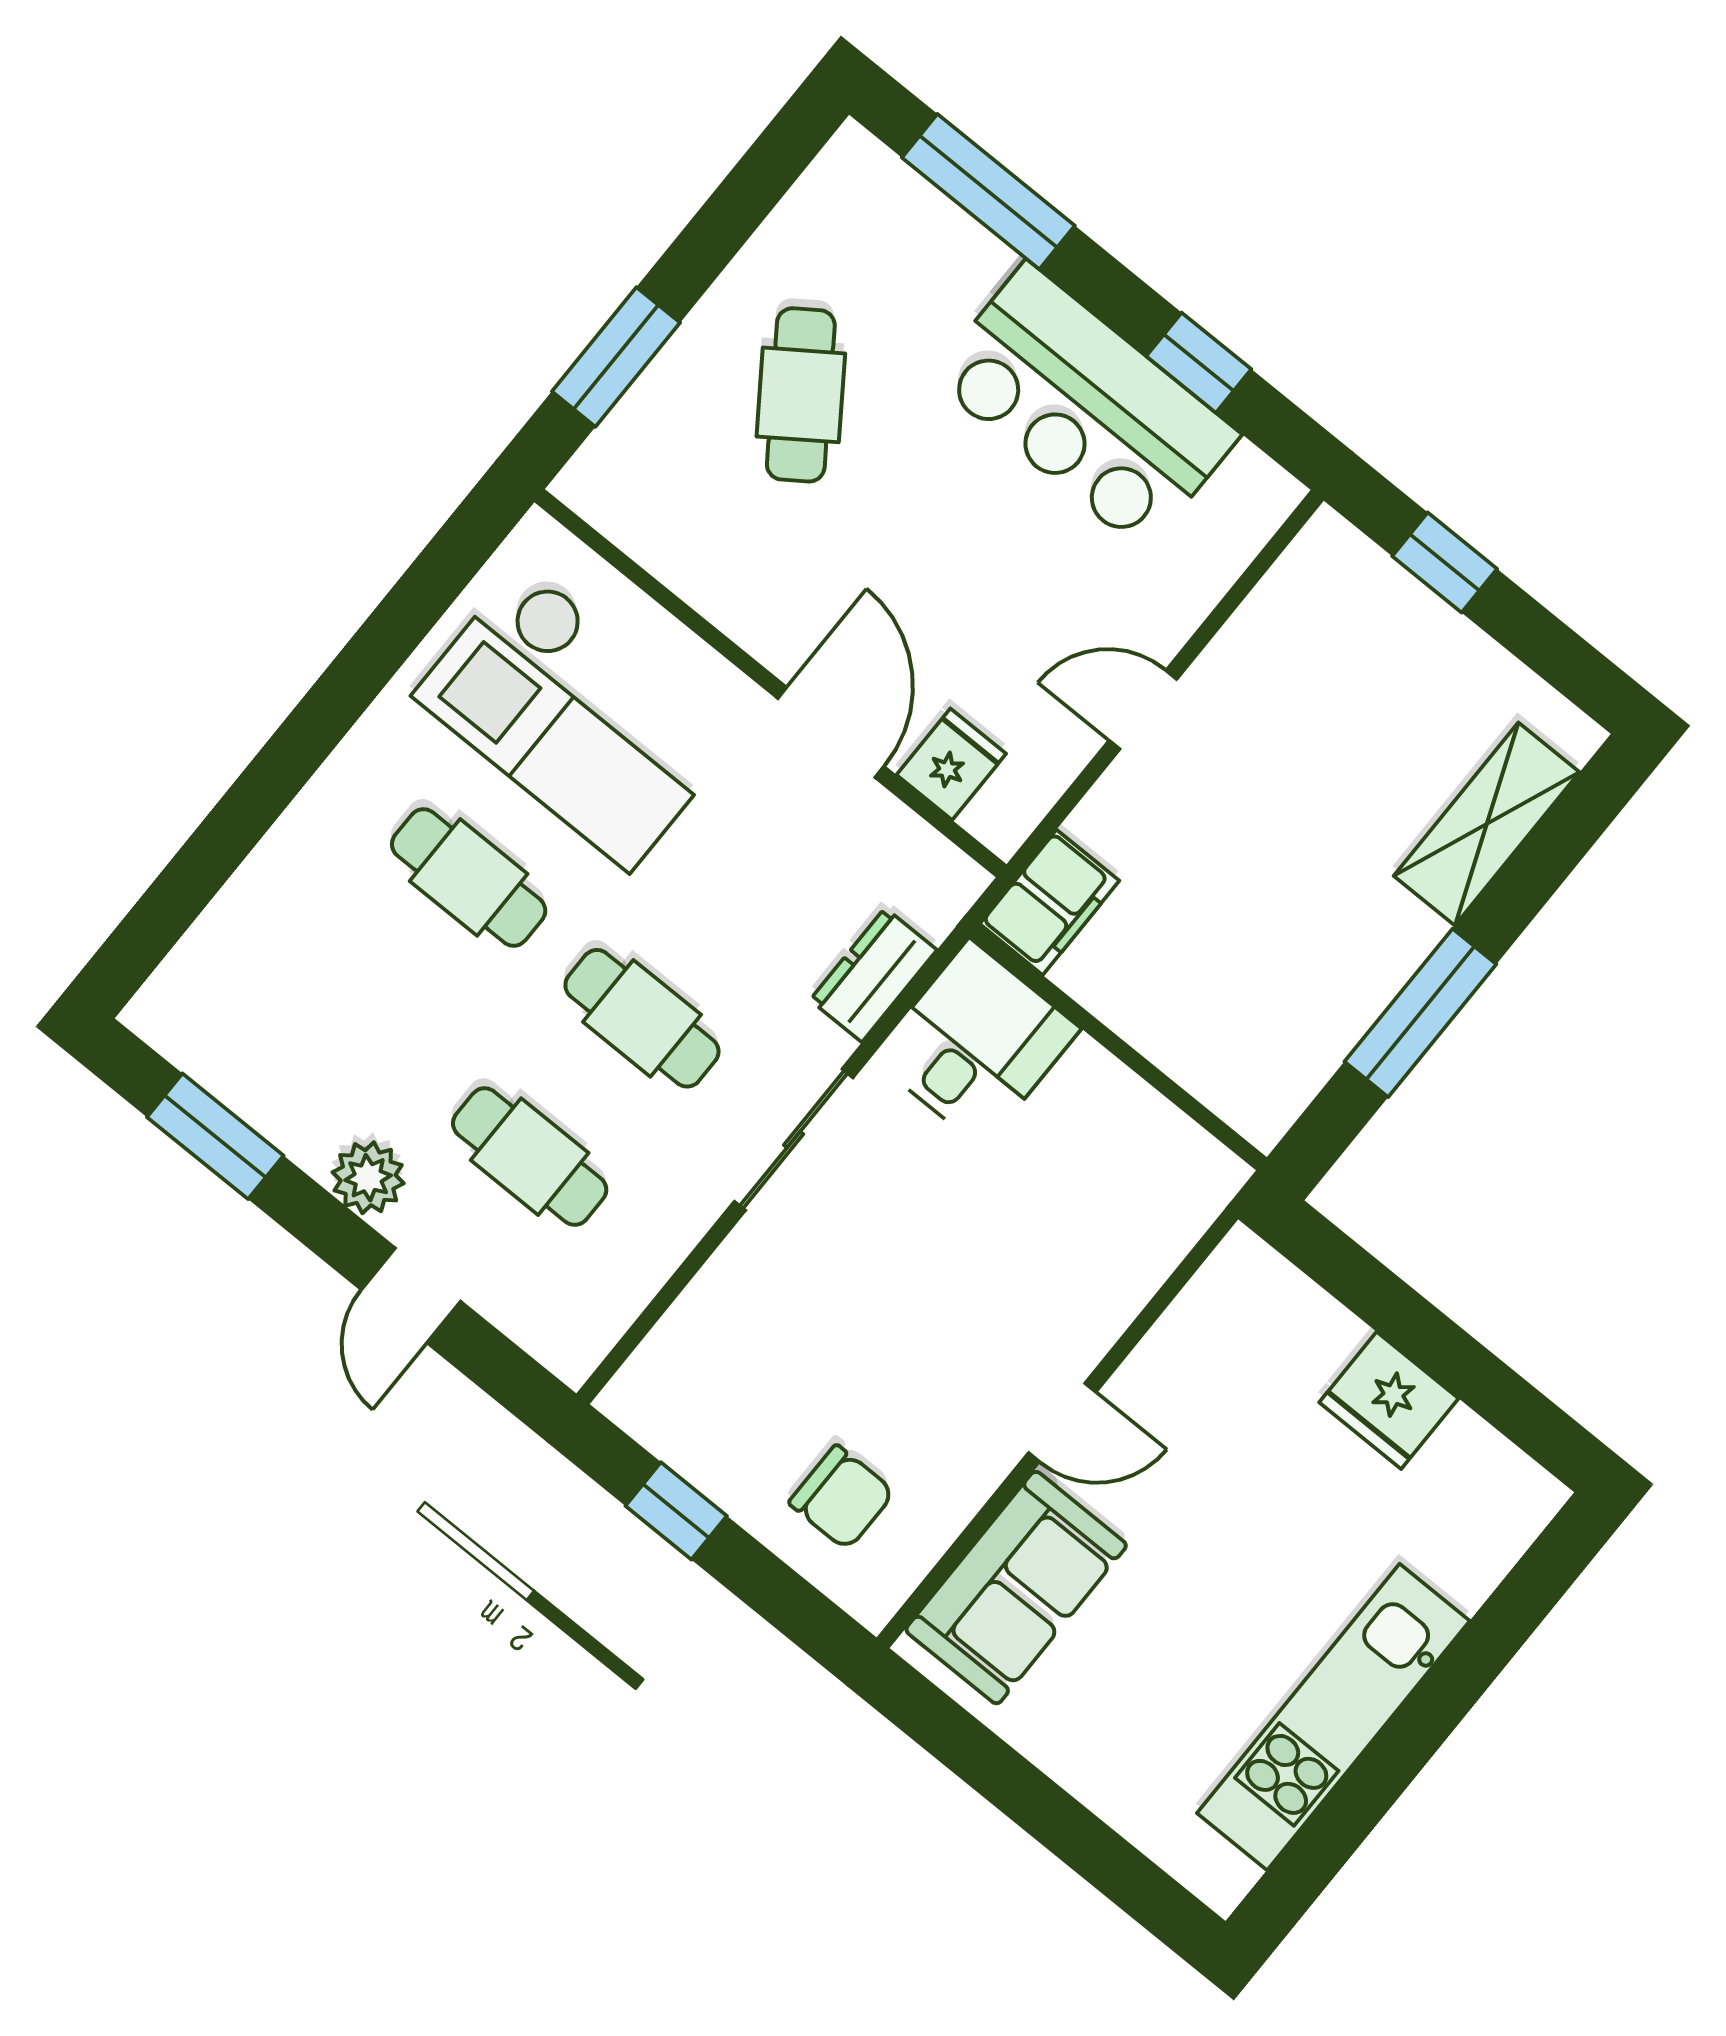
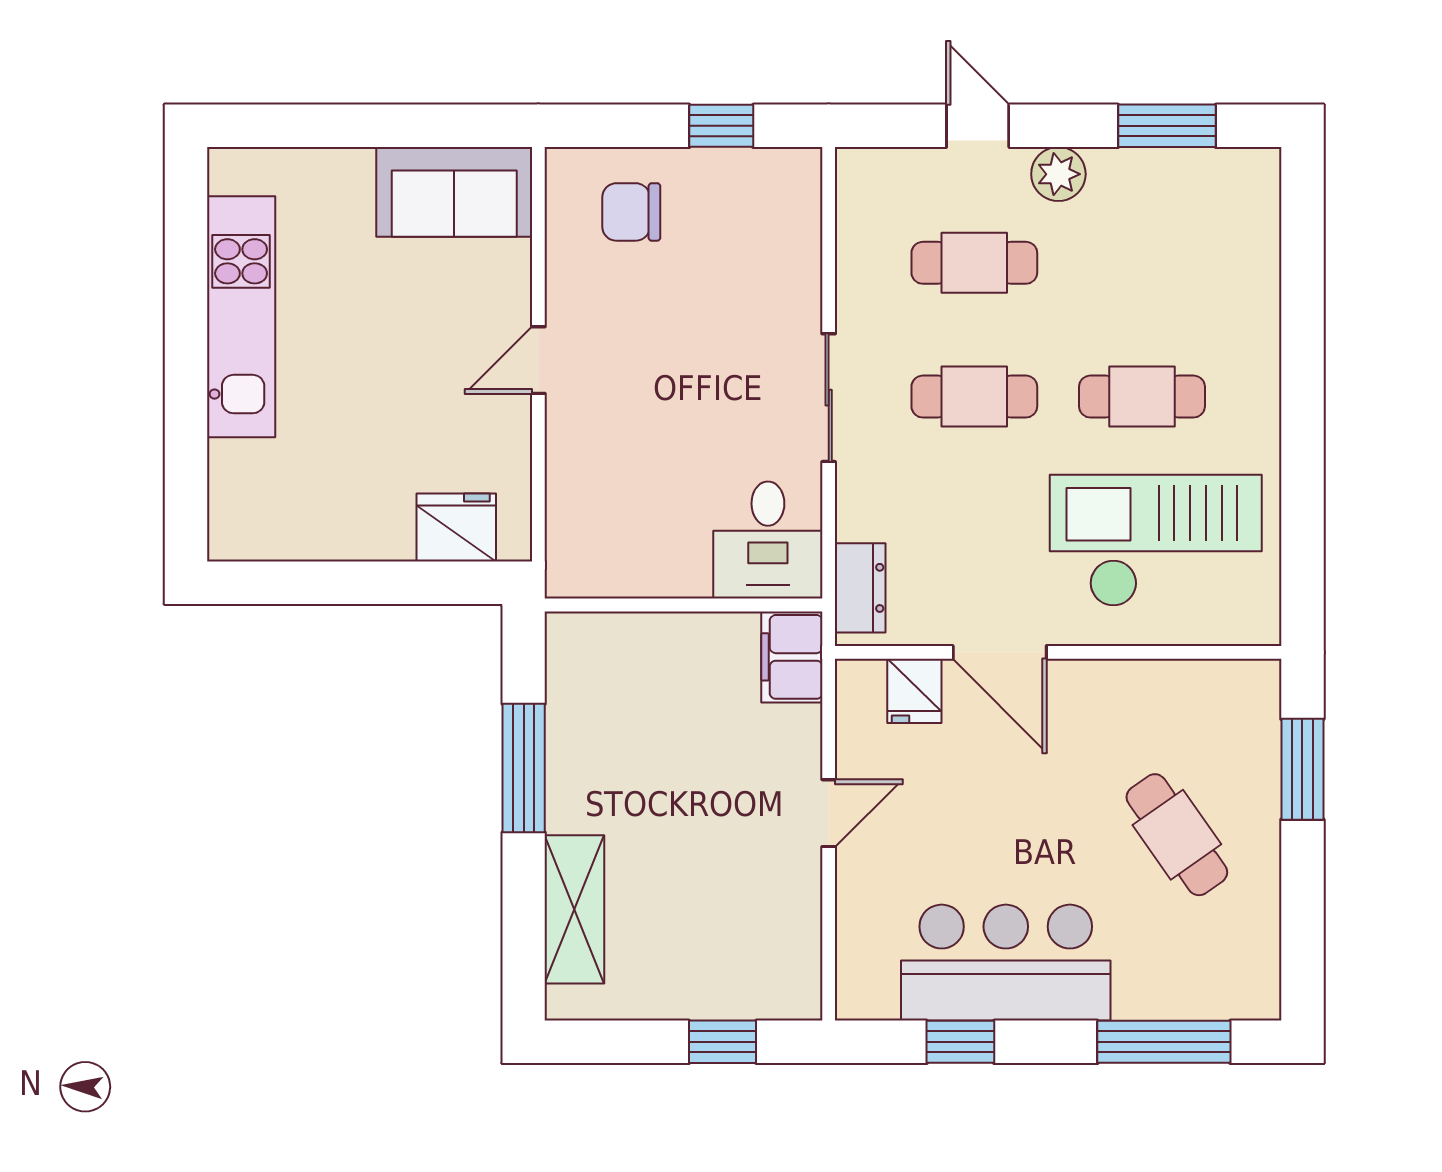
dresser: (873, 975) -> (860, 588), moved
fridge: (1389, 1400) -> (456, 527), moved
sofa: (1016, 1588) -> (454, 192), moved, turned -90

